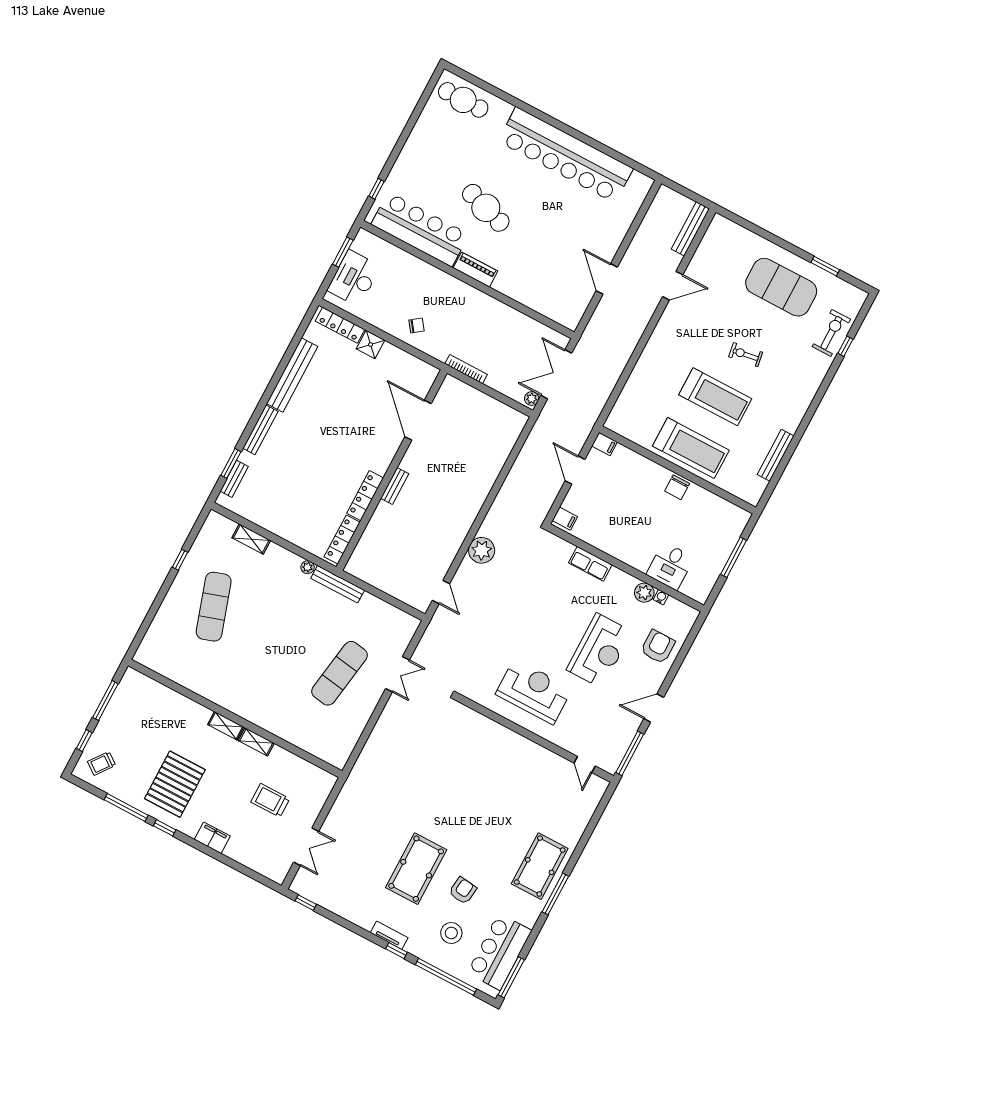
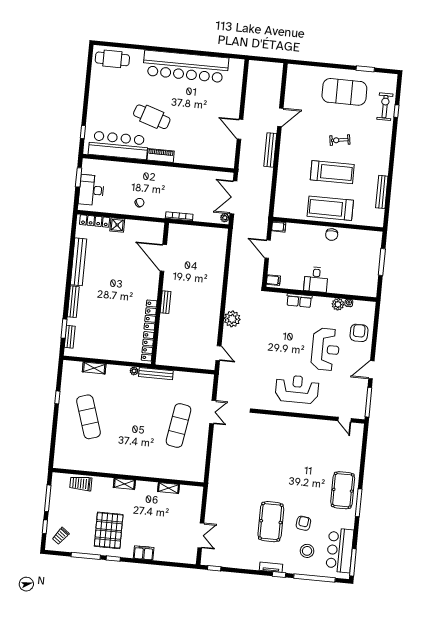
bench: (690, 229) -> (270, 150), moved
treadmill: (691, 448) -> (330, 208), turned 180
desk: (670, 566) -> (316, 279), moved
shelving: (256, 742) -> (169, 488), moved
trolley: (270, 800) -> (81, 484), moved

